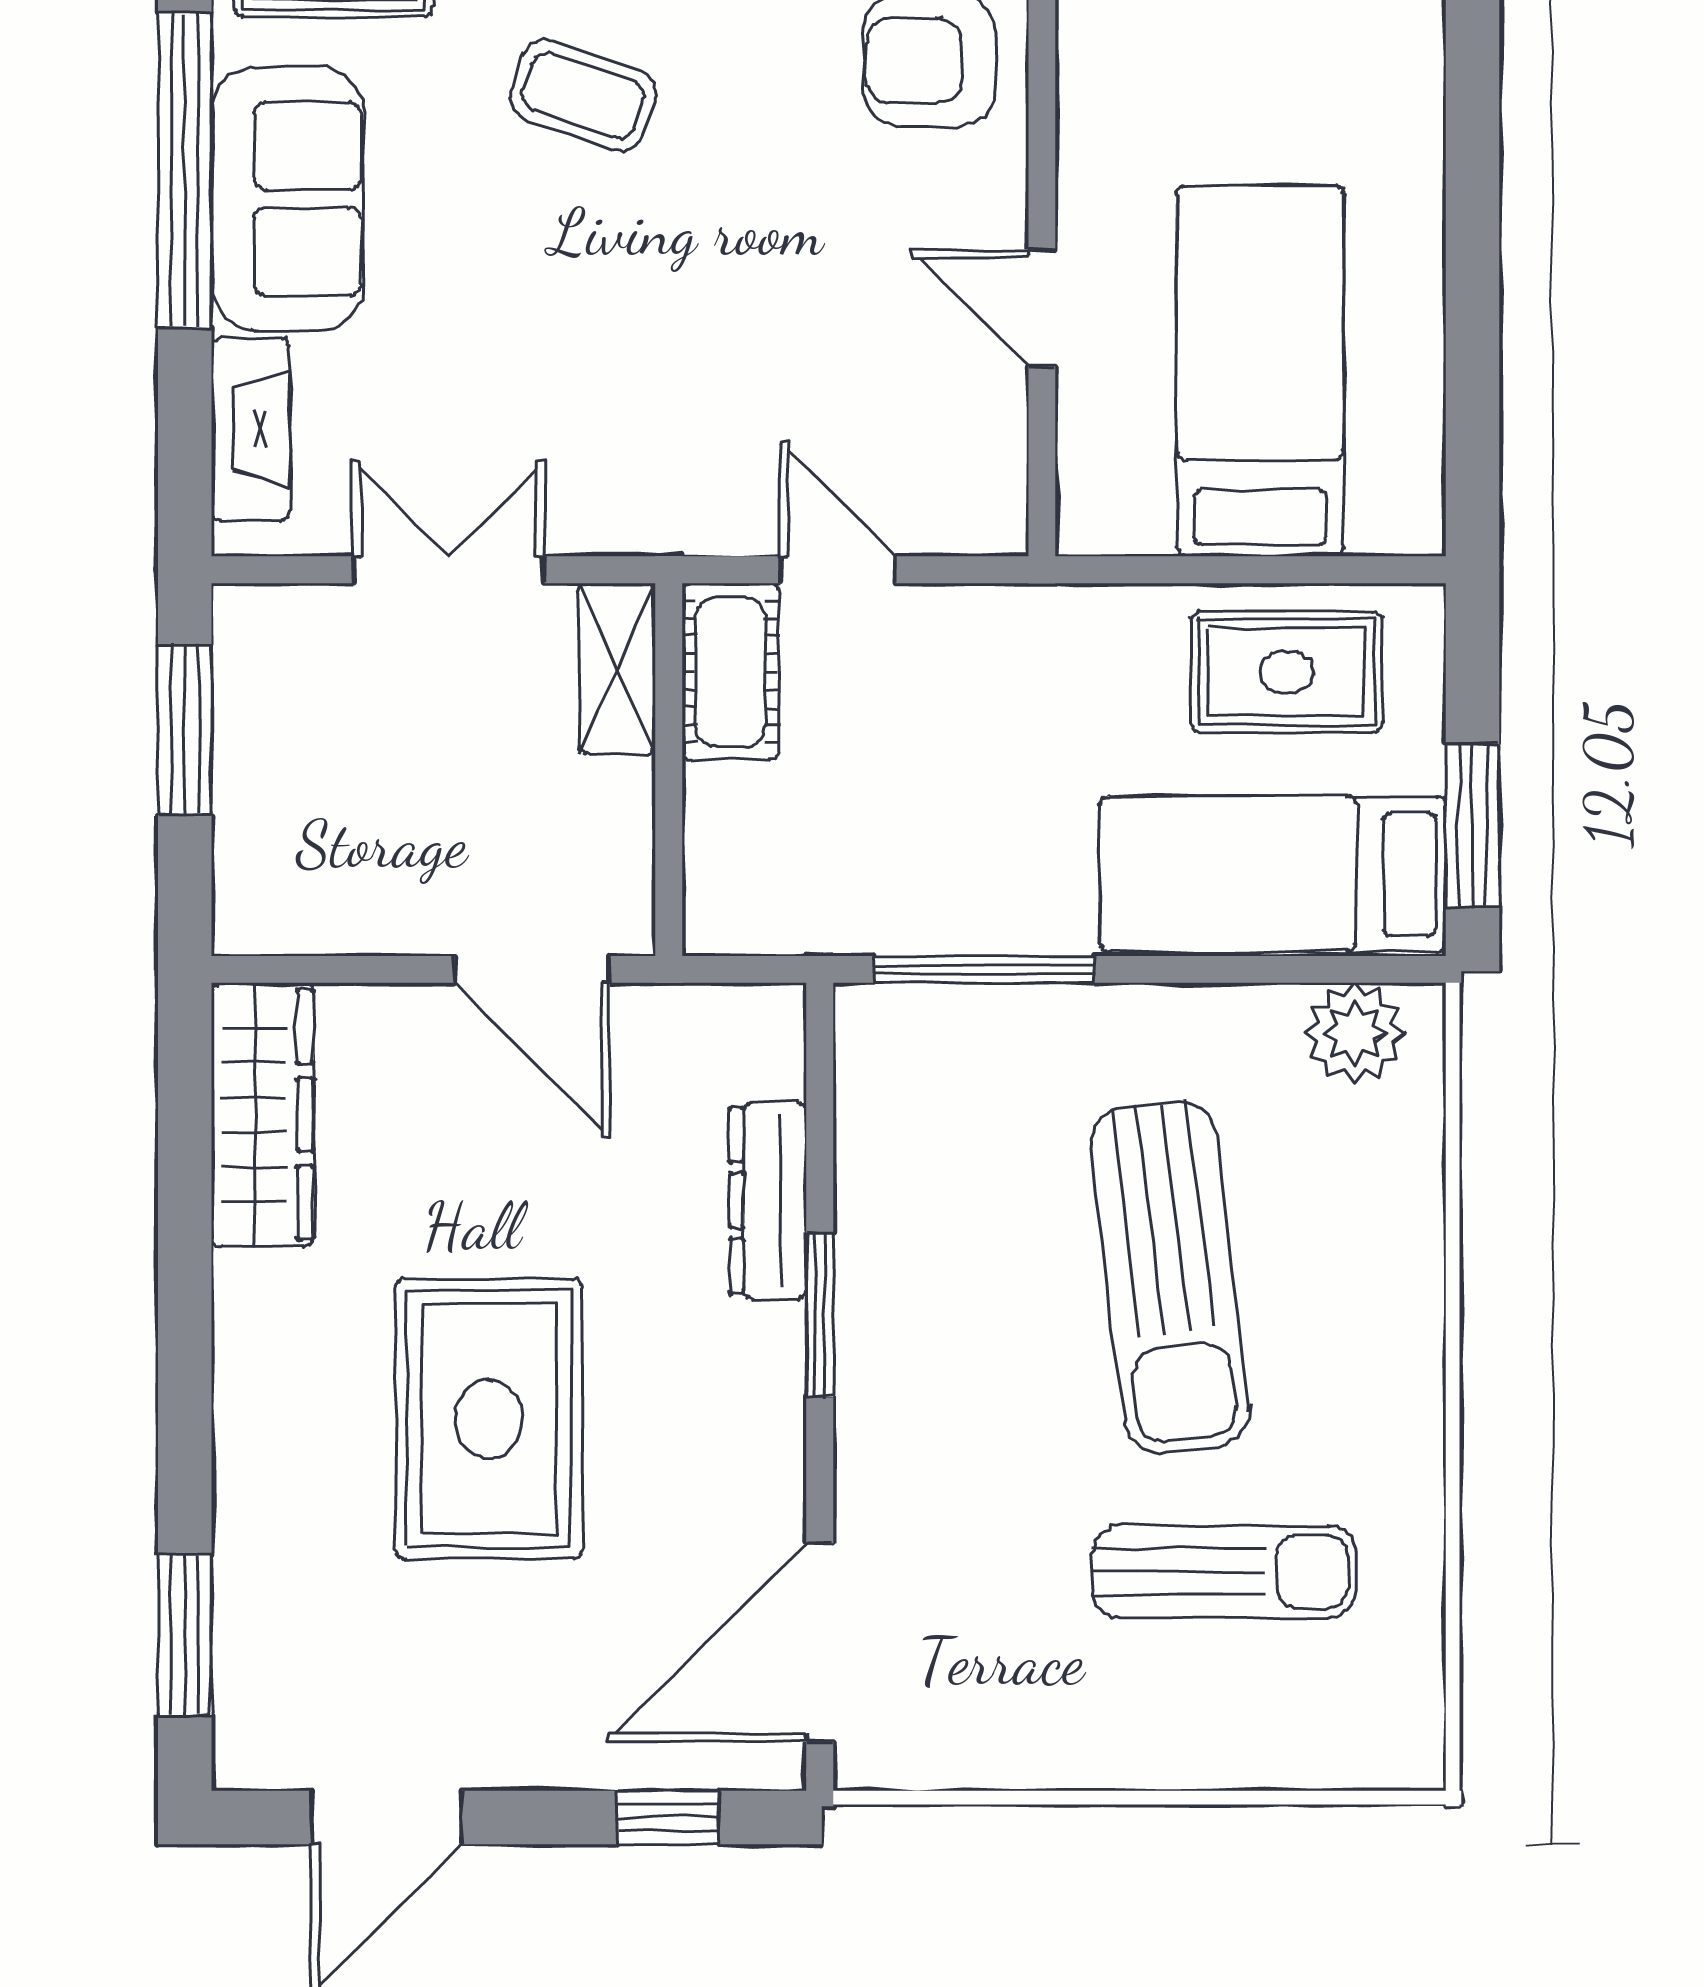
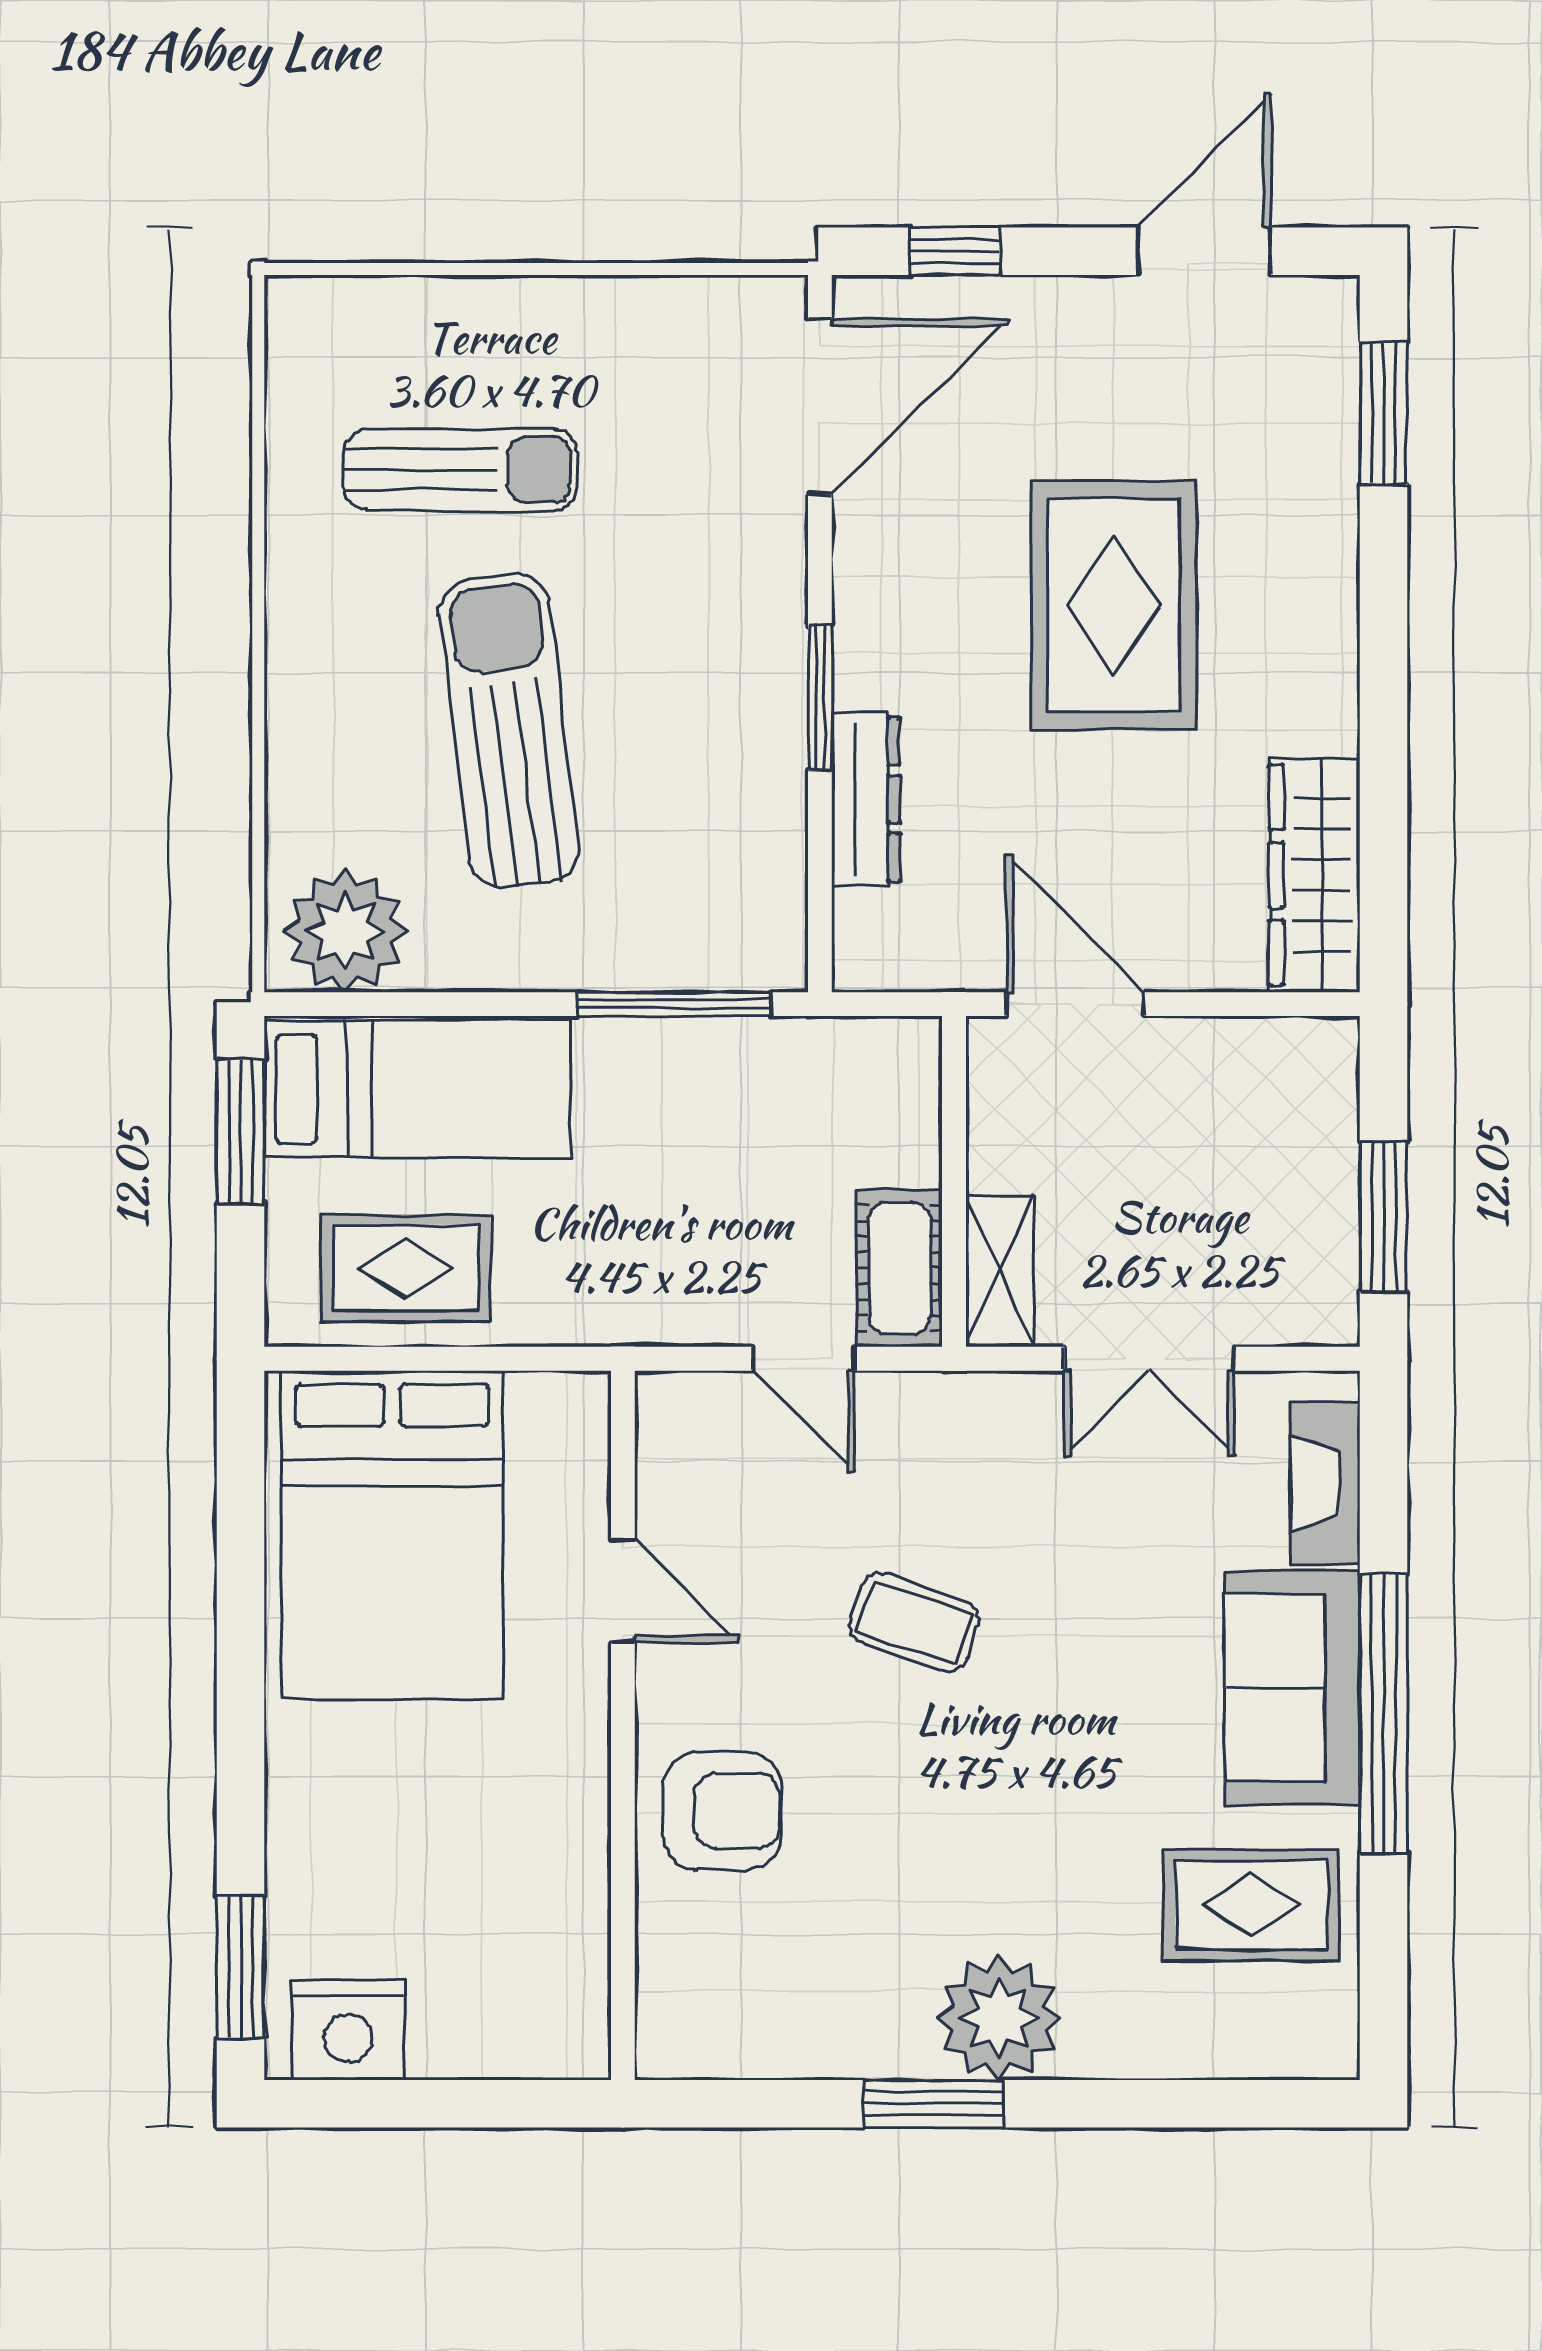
coffee table: (583, 95) -> (914, 1622), moved
bed: (1260, 371) -> (392, 1535), width x1.50
plant: (1355, 1033) -> (345, 931), width x1.36, depth x1.36
sun lounger: (1224, 1572) -> (461, 470), turned 180

